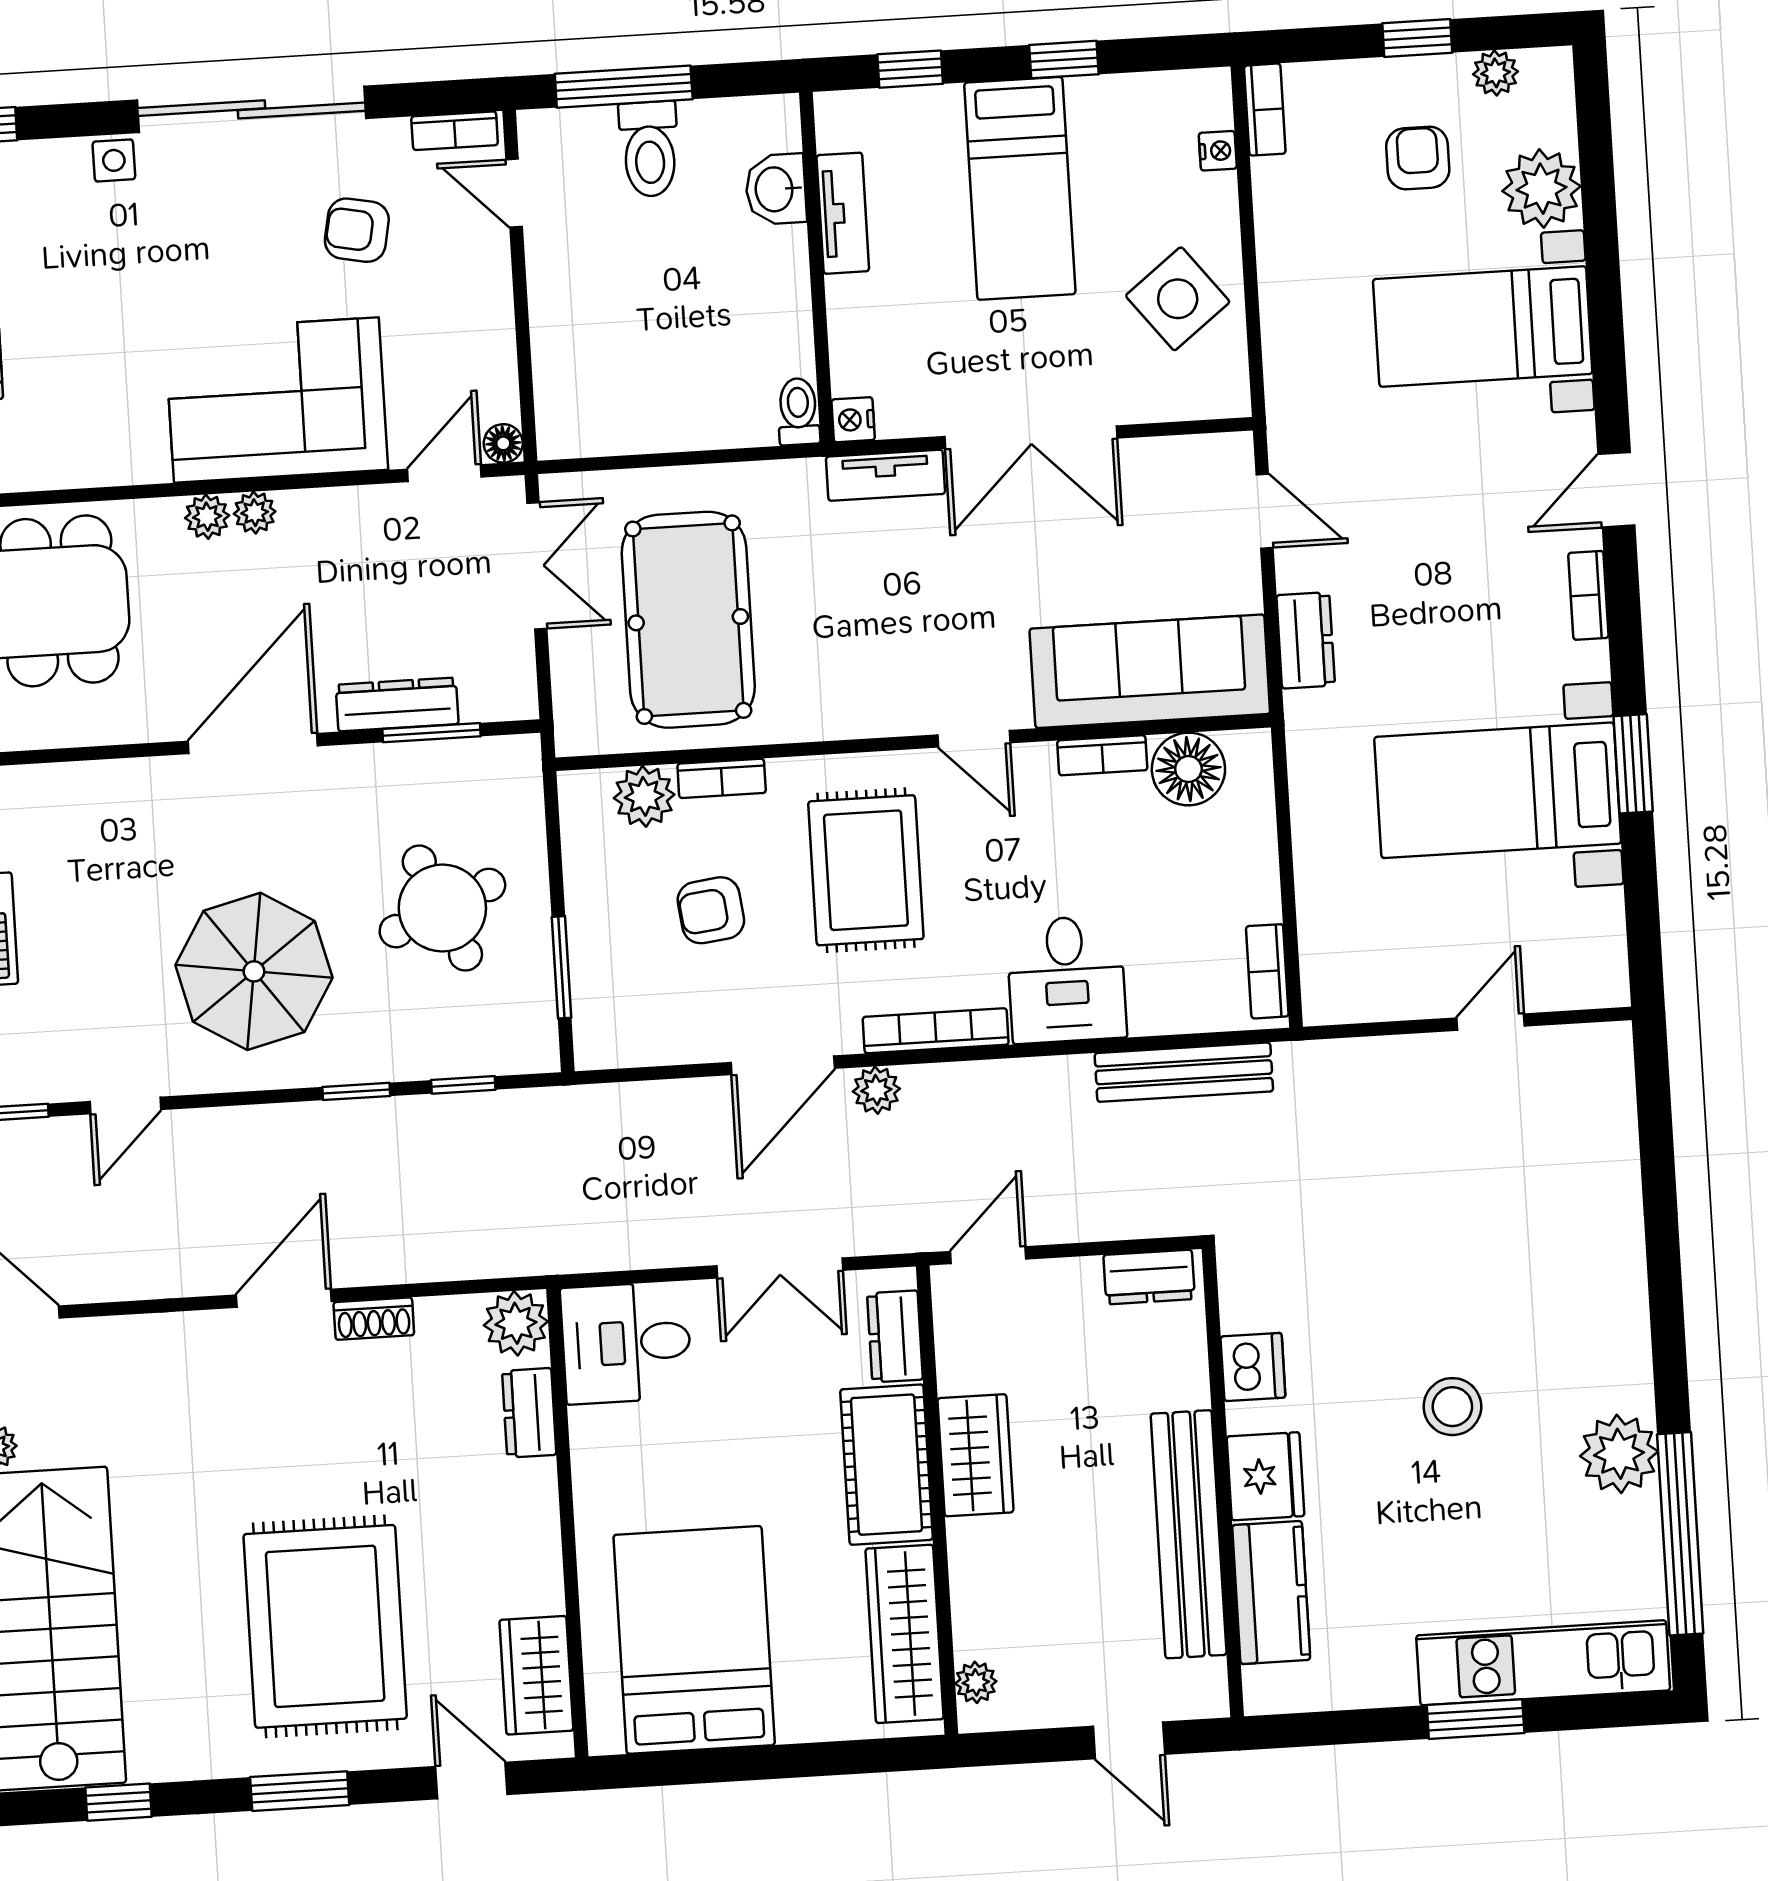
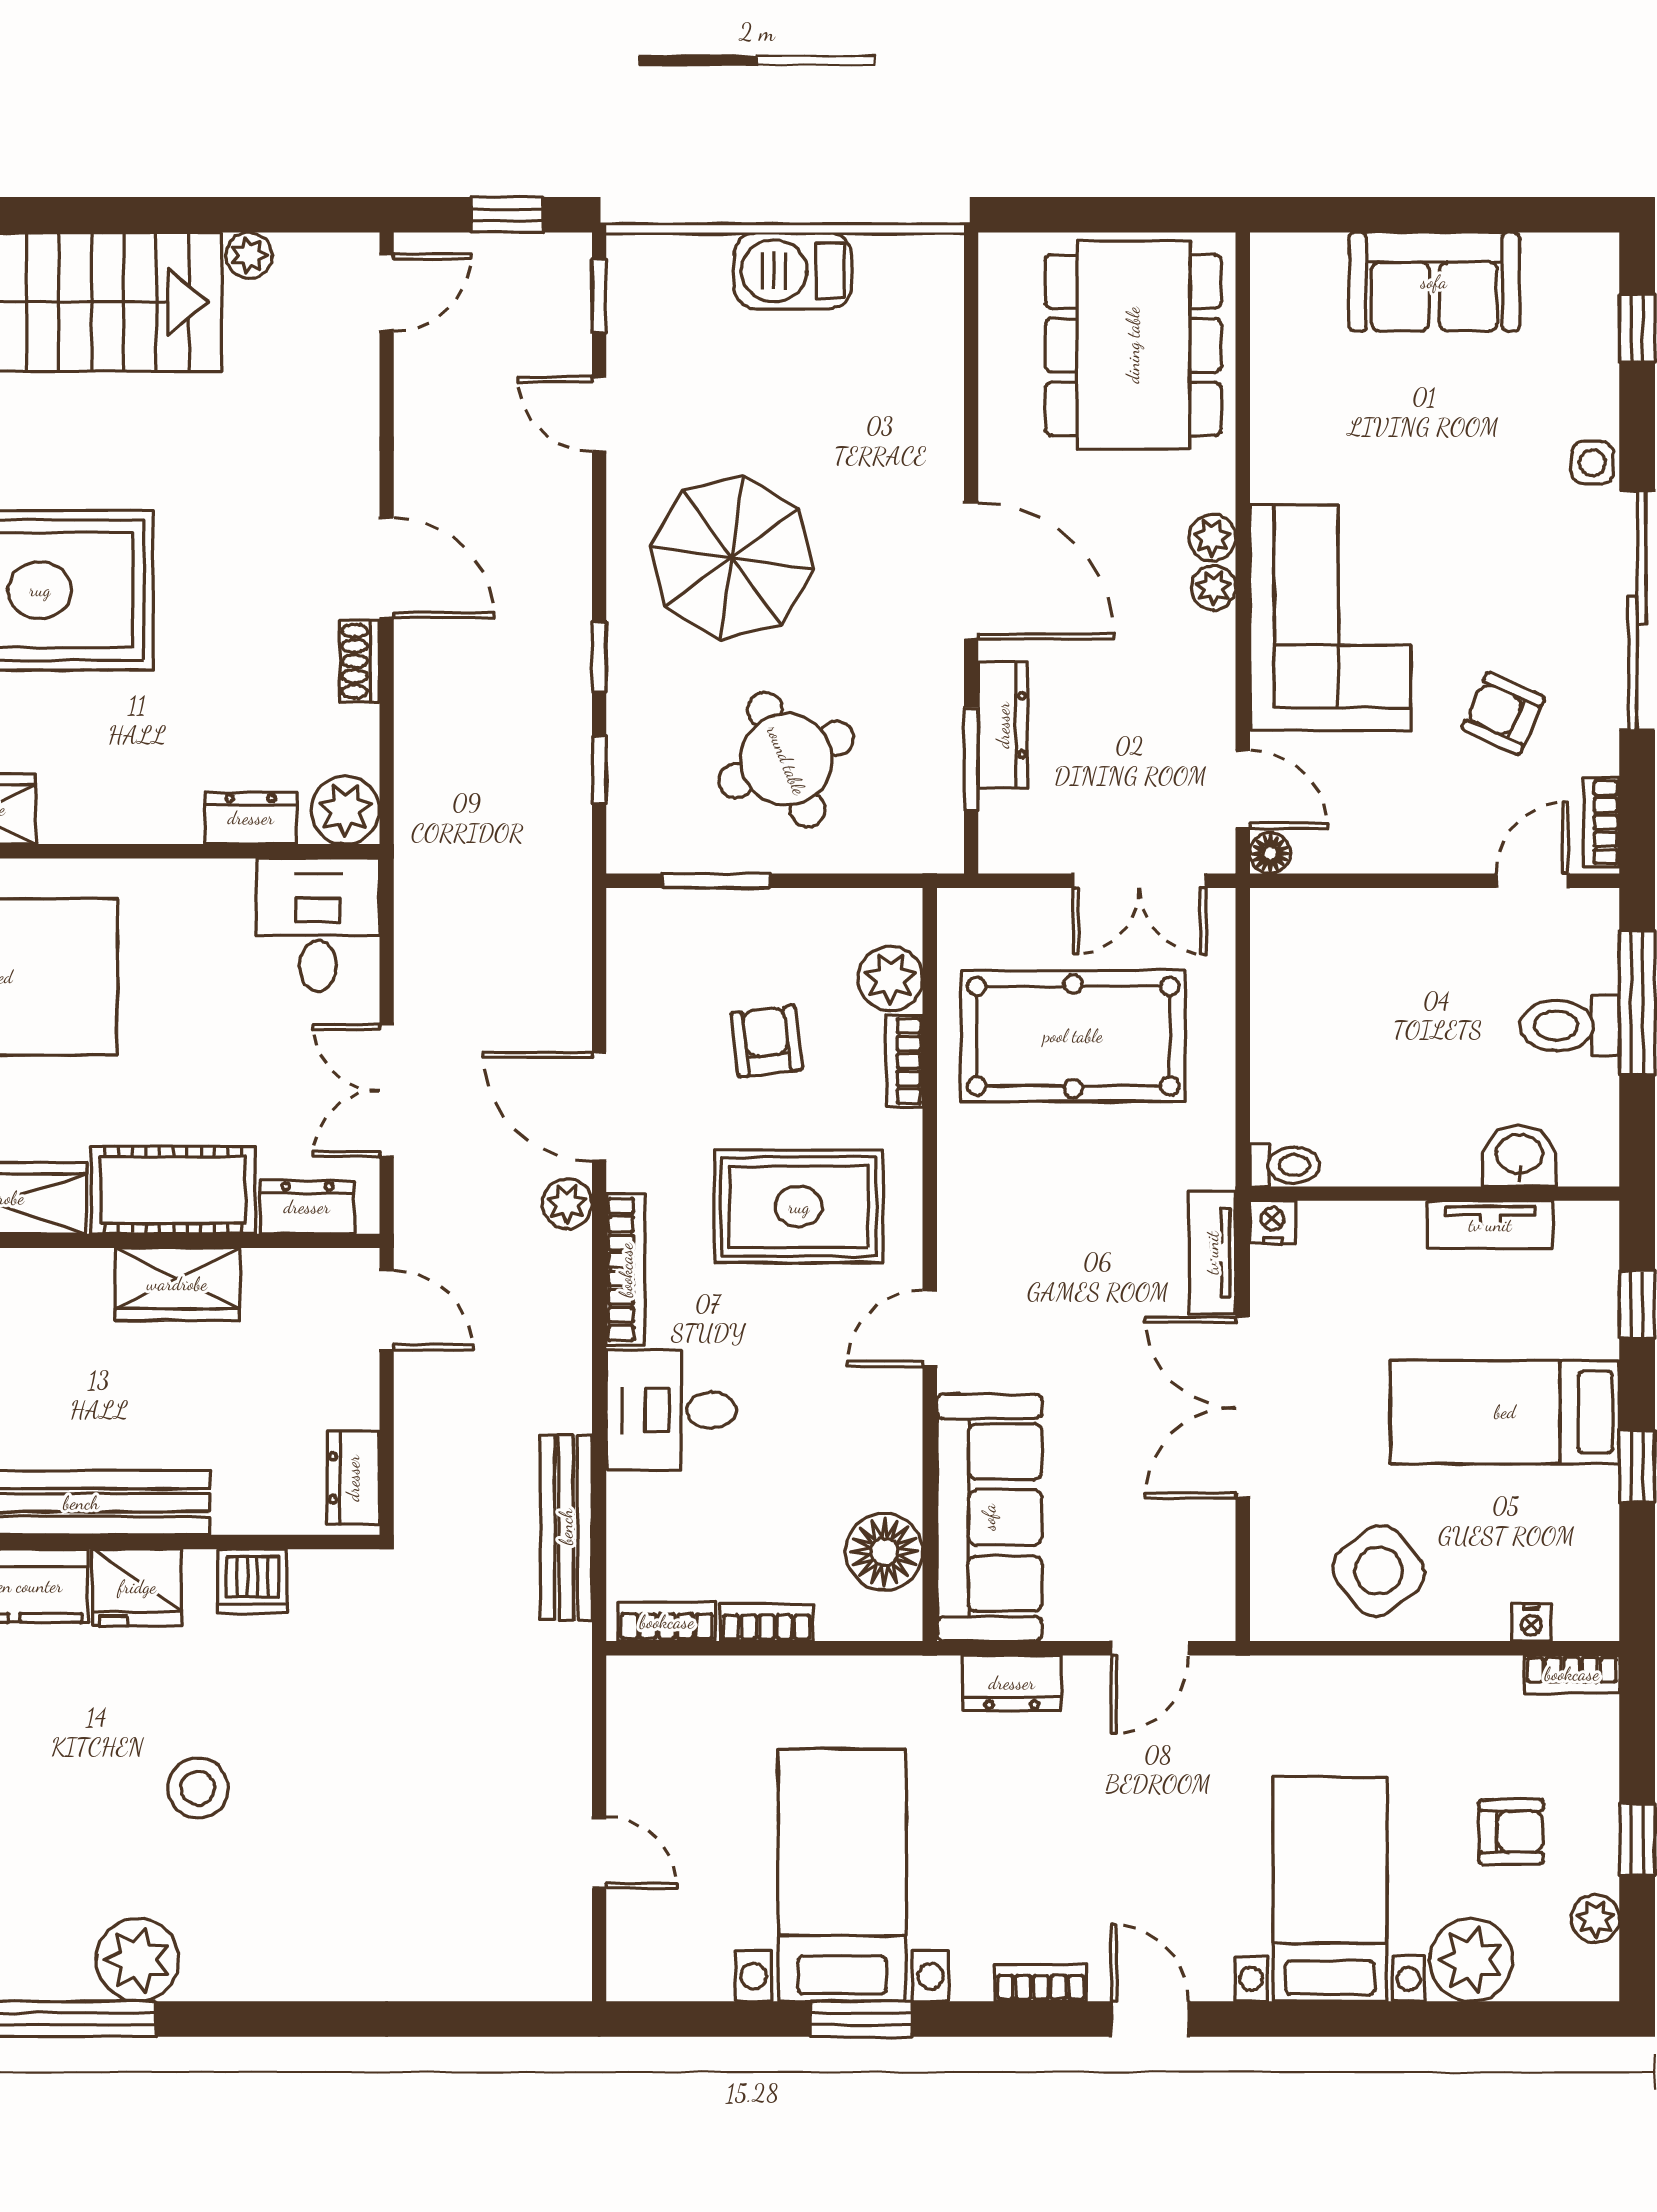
armchair: (357, 230) -> (1503, 713), turned -77
bookcase: (1102, 755) -> (767, 1623), moved, turned 90

